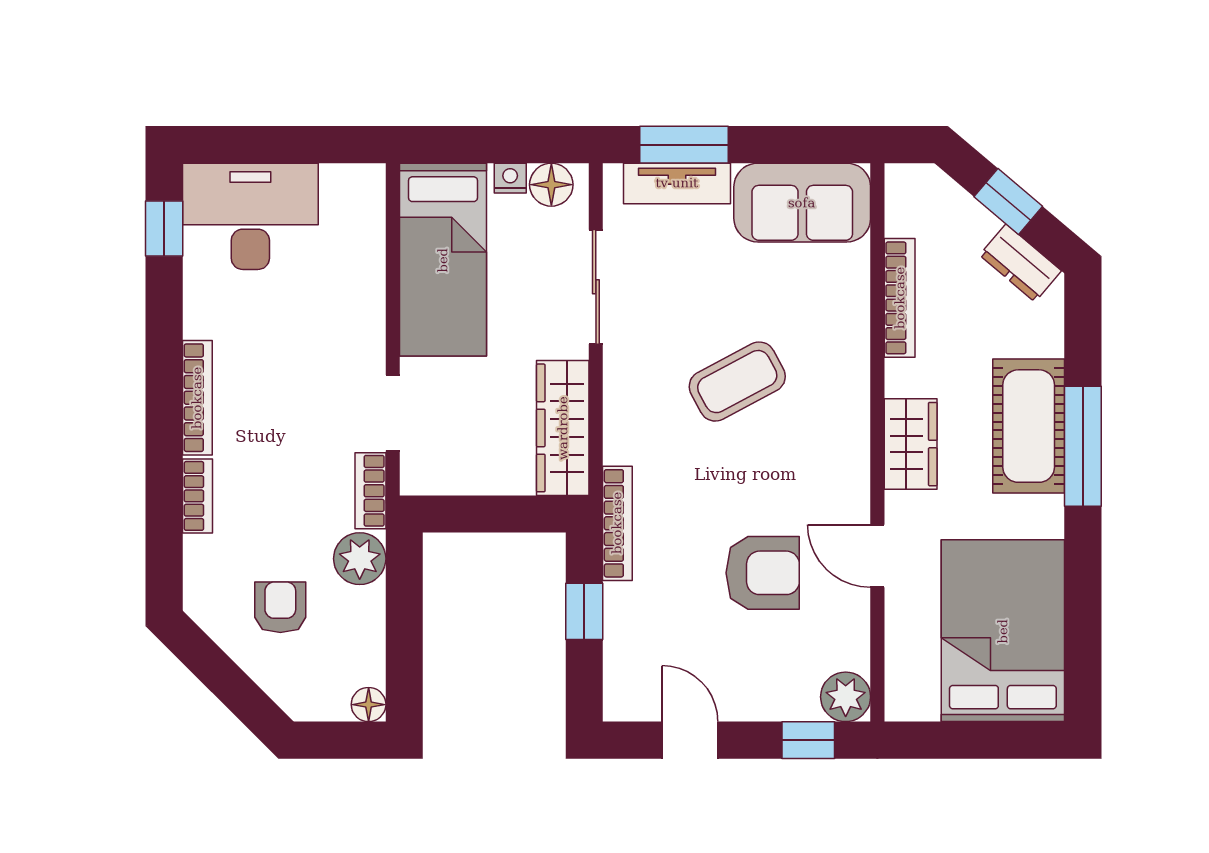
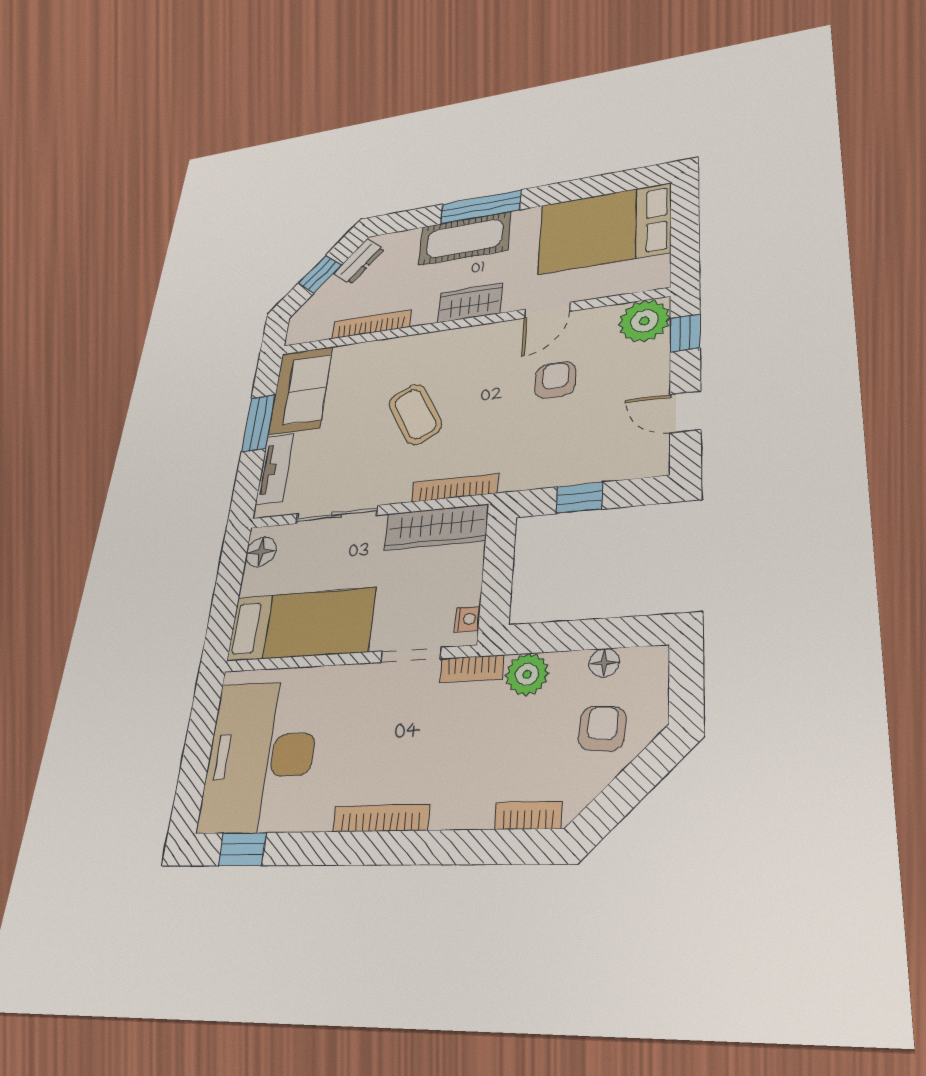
window: (684, 145) -> (258, 423), moved
nightstand: (510, 178) -> (468, 619), moved, turned 180
desk: (250, 216) -> (260, 756), width x1.36, depth x1.30
bookcase: (197, 496) -> (528, 815), moved
bookcase: (617, 523) -> (455, 488), moved
armchair: (763, 573) -> (555, 380), width x0.72, depth x0.72
armchair: (280, 607) -> (602, 729), moved, turned 95
plant: (846, 697) -> (644, 321), width x1.36, depth x1.36
floor lamp: (369, 705) -> (604, 663), moved
door: (690, 740) -> (685, 412), hinge flipped

